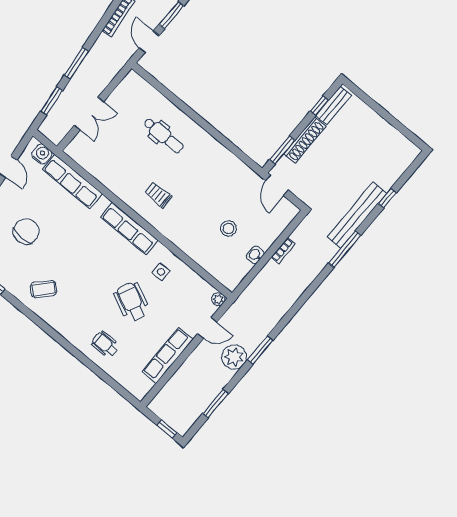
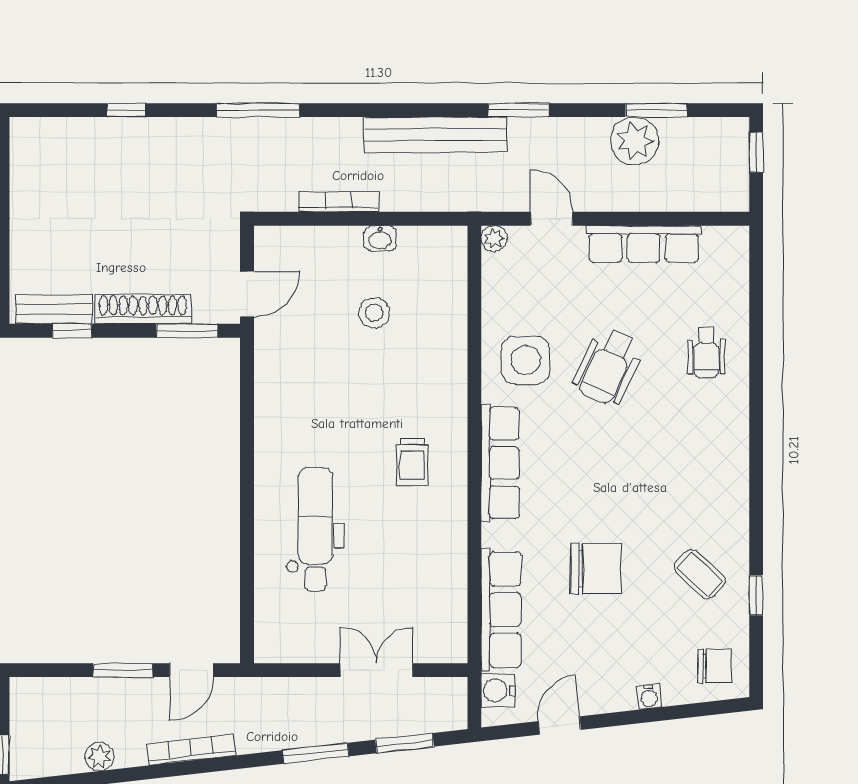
dental chair: (163, 135) -> (315, 529), width x1.36, depth x1.38
bench: (357, 215) -> (436, 135), moved
chair: (26, 232) -> (596, 569), moved, turned 180
bookcase: (283, 251) -> (338, 202), width x1.56
side table: (161, 272) -> (526, 360), width x1.87, depth x1.87
coffee table: (44, 289) -> (700, 574), moved
plant: (234, 357) -> (635, 141), moved

